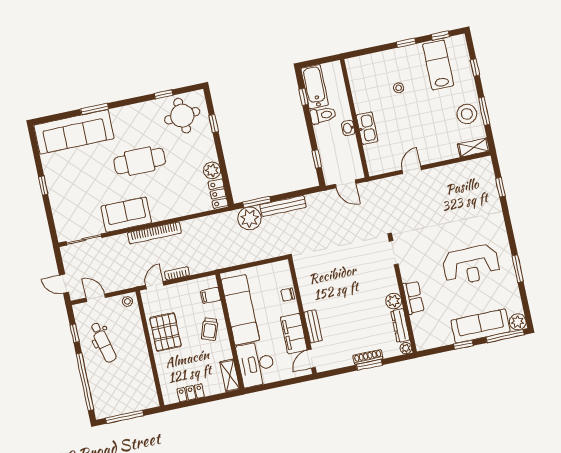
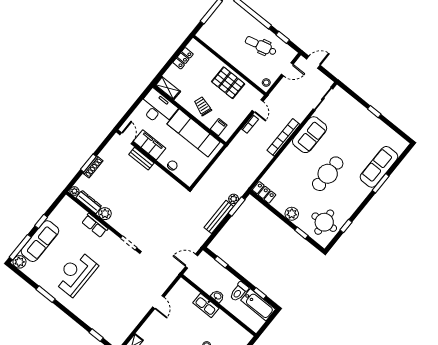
sofa: (74, 132) -> (379, 167), width x0.74, depth x0.79
plant: (212, 170) -> (292, 214), moved
plant: (250, 218) -> (234, 199), width x0.53, depth x0.53

